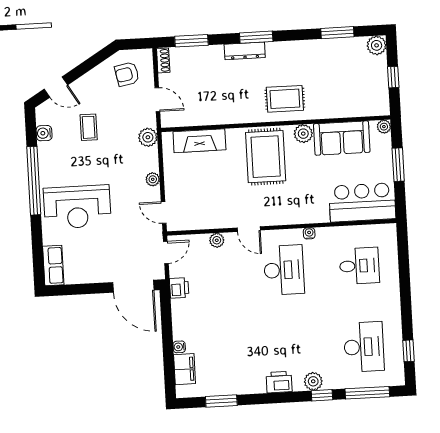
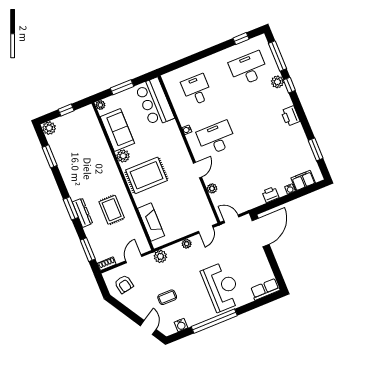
rug: (285, 99) -> (112, 210), moved
printer: (179, 288) -> (270, 195), moved
plant: (313, 381) -> (277, 82), moved

